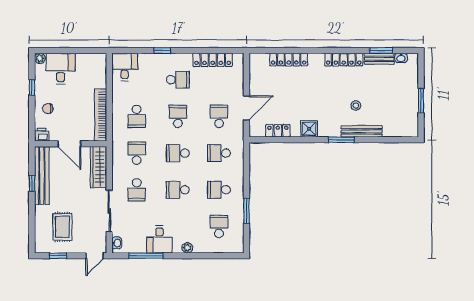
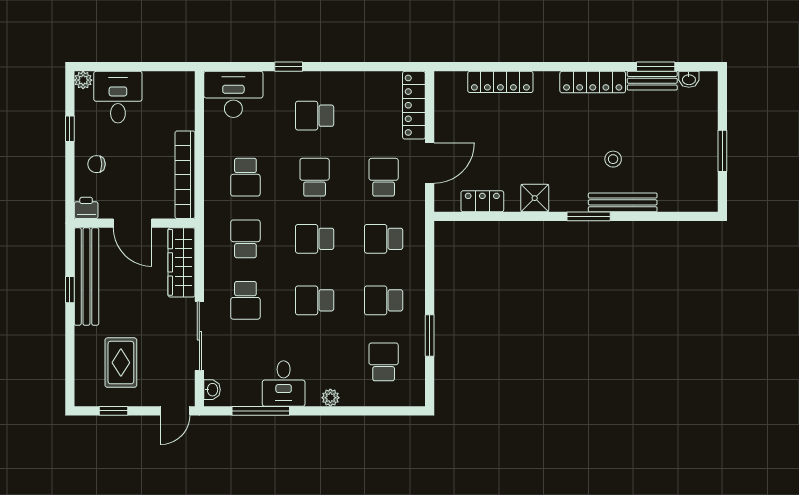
locker: (213, 60) -> (414, 105), moved, turned 90
desk: (125, 67) -> (233, 94), width x1.37
school desk: (178, 80) -> (315, 116), turned 180

